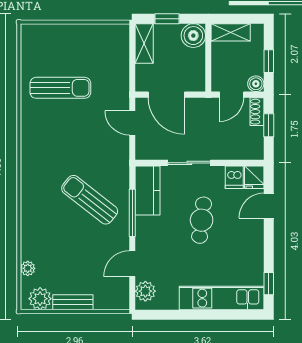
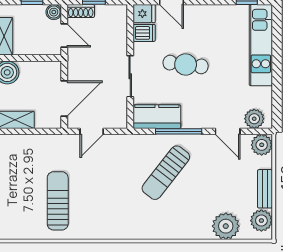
plant: (28, 268) -> (226, 226), width x1.88, depth x1.88
plant: (118, 299) -> (262, 145), added

